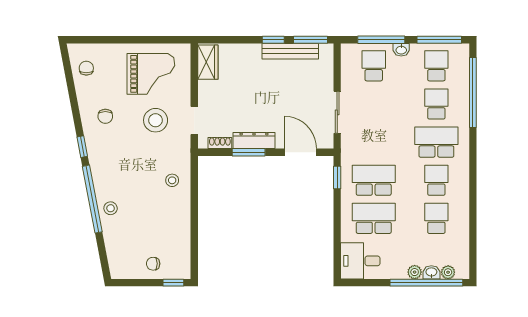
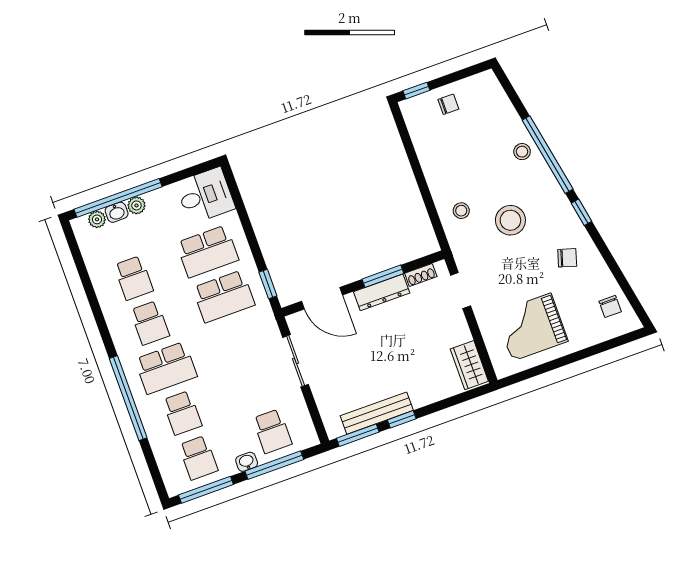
window: (473, 93) -> (128, 398), moved
chair: (105, 116) -> (567, 258), turned 107
stool: (156, 120) -> (510, 220), moved

